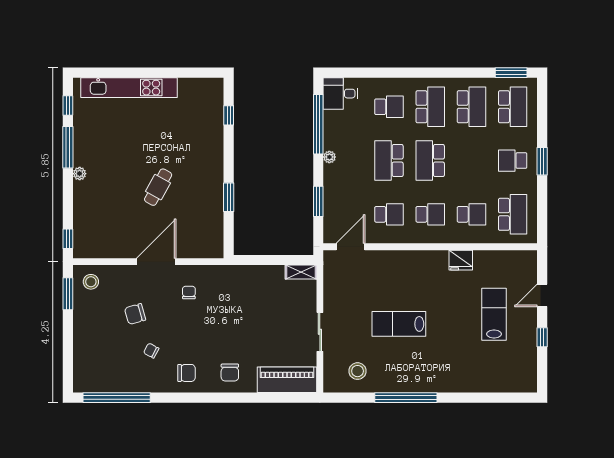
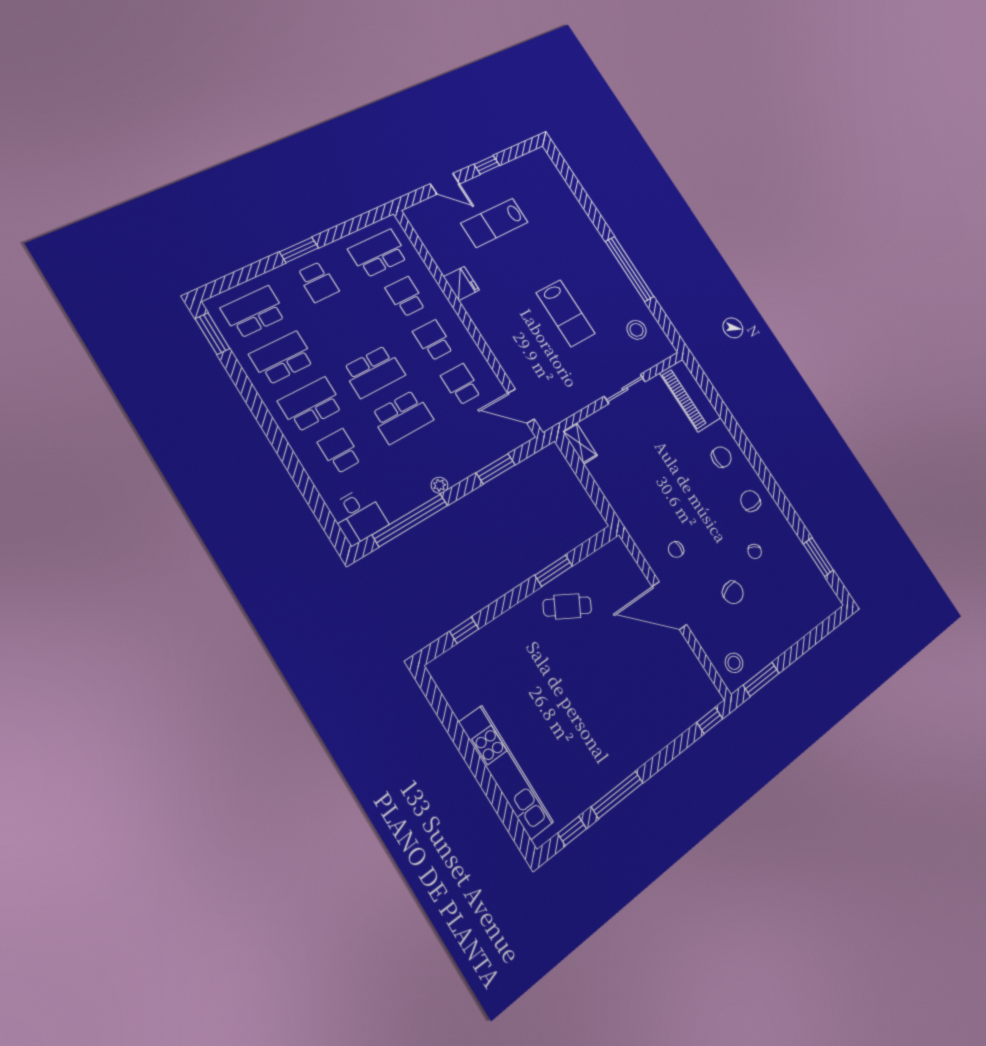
plant: (80, 174) -> (636, 759), removed
cafe table: (158, 187) -> (567, 606), moved
window: (117, 398) -> (818, 557), width x0.47

